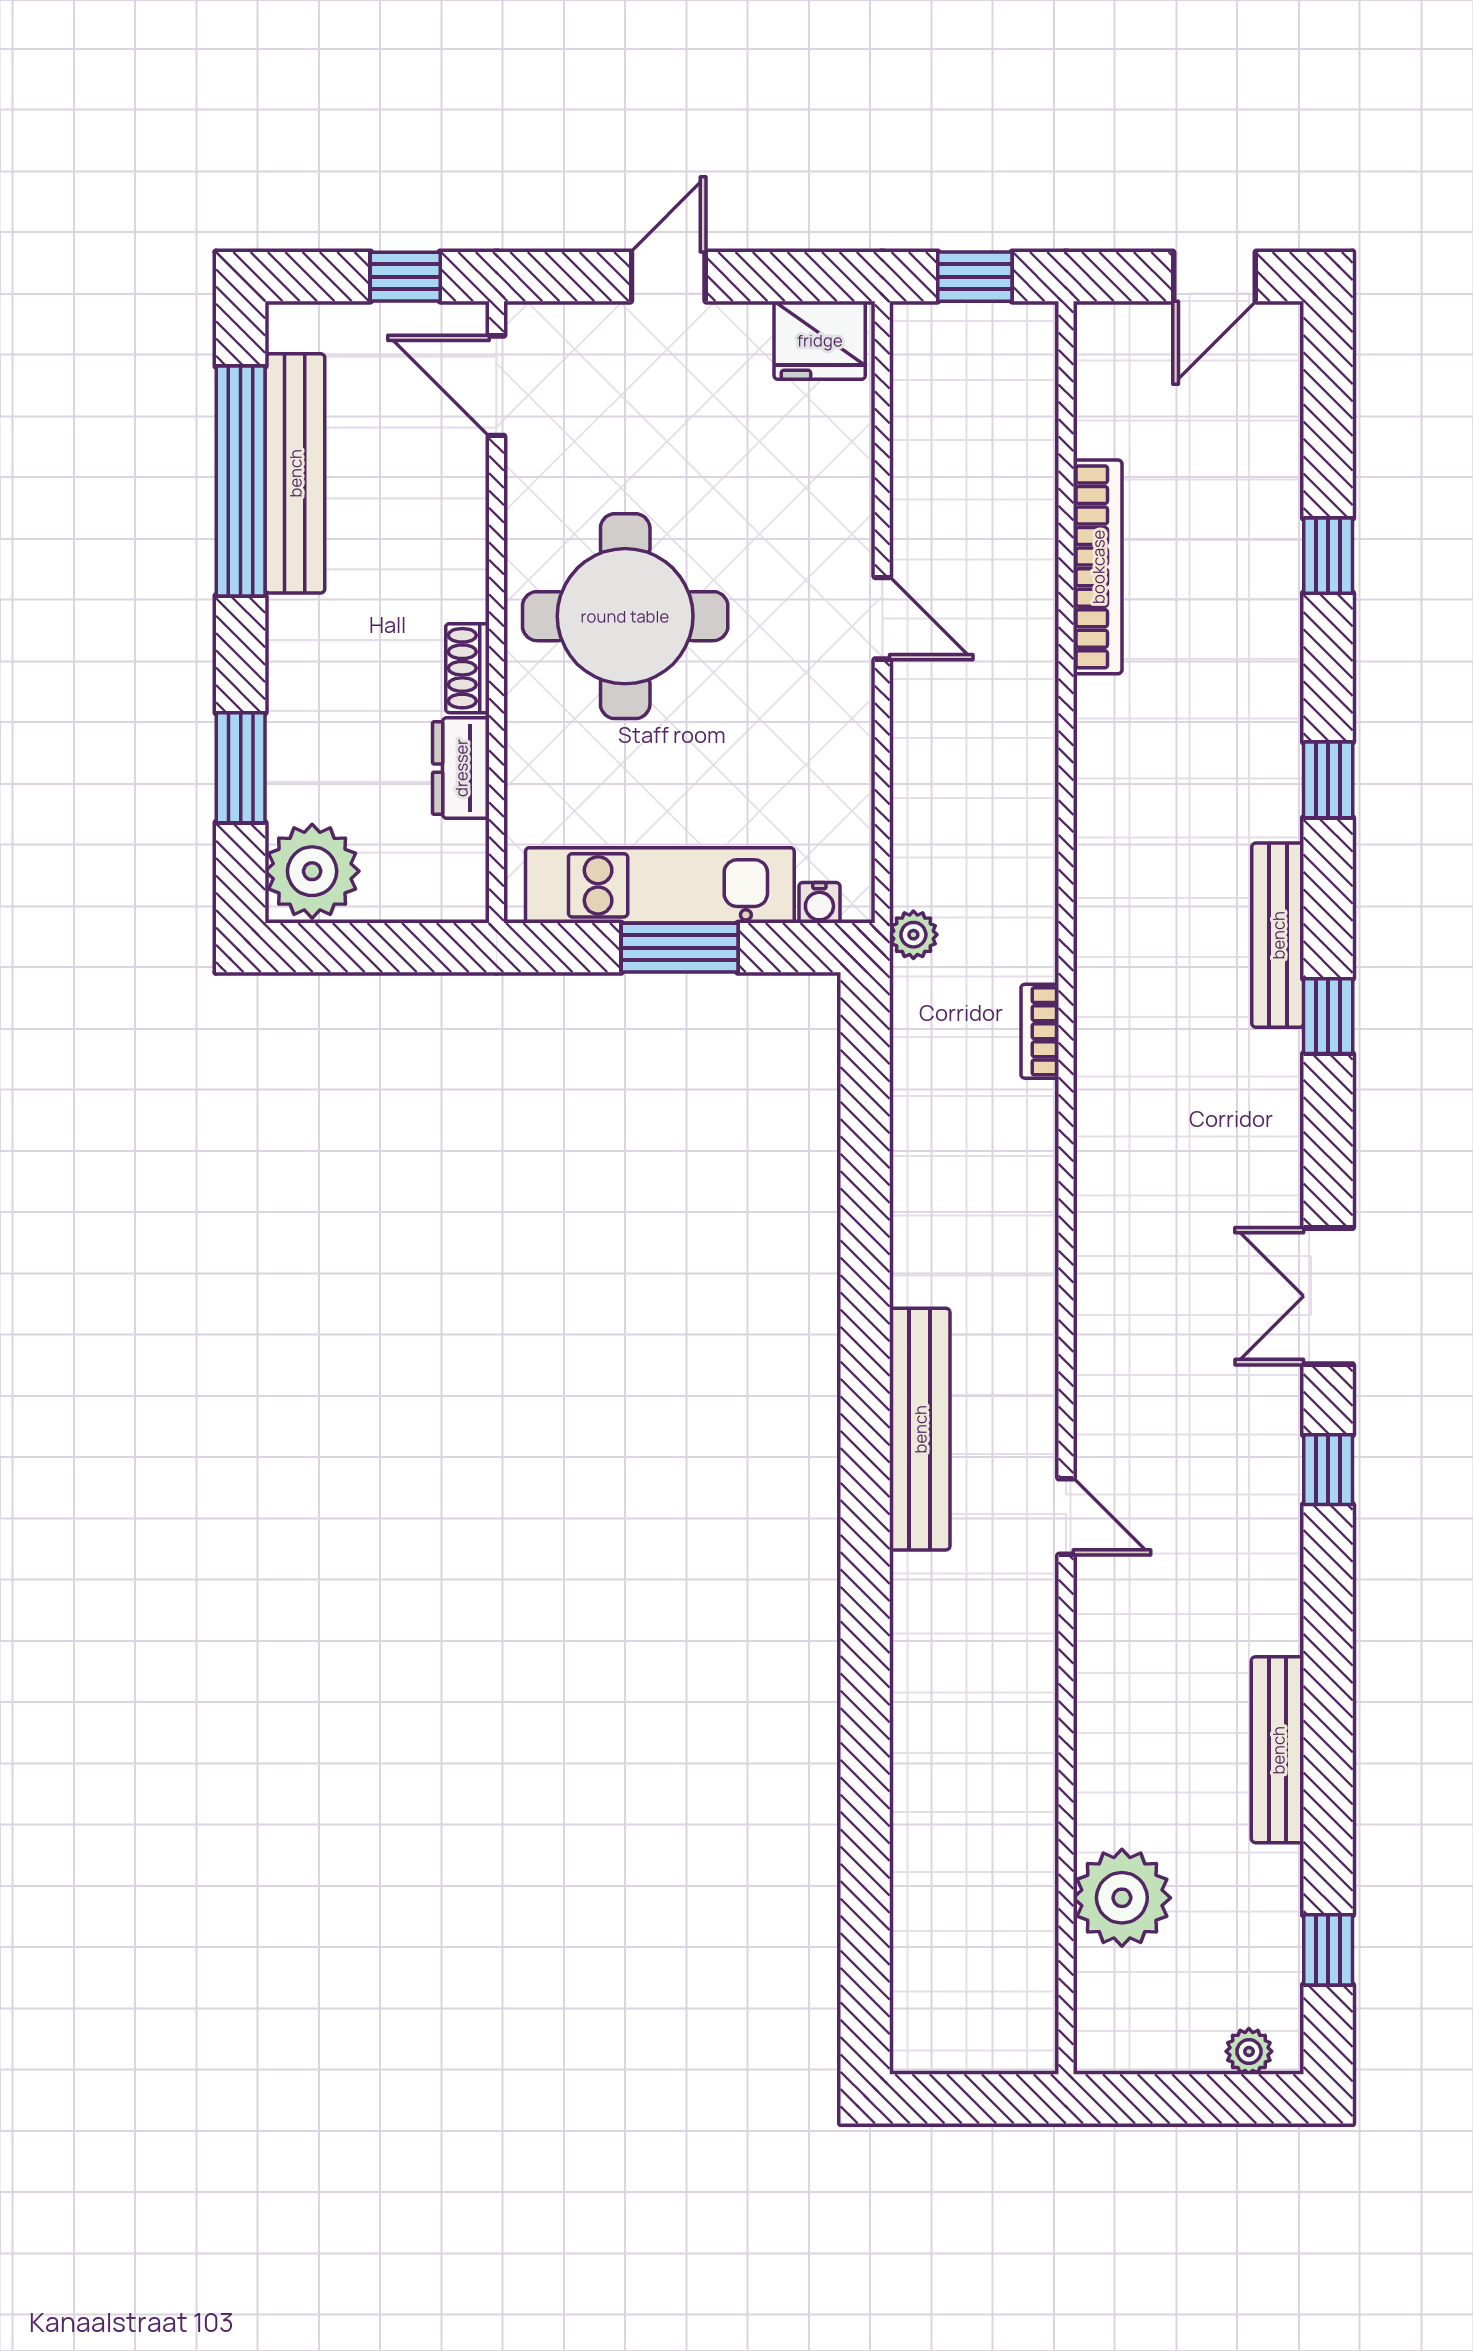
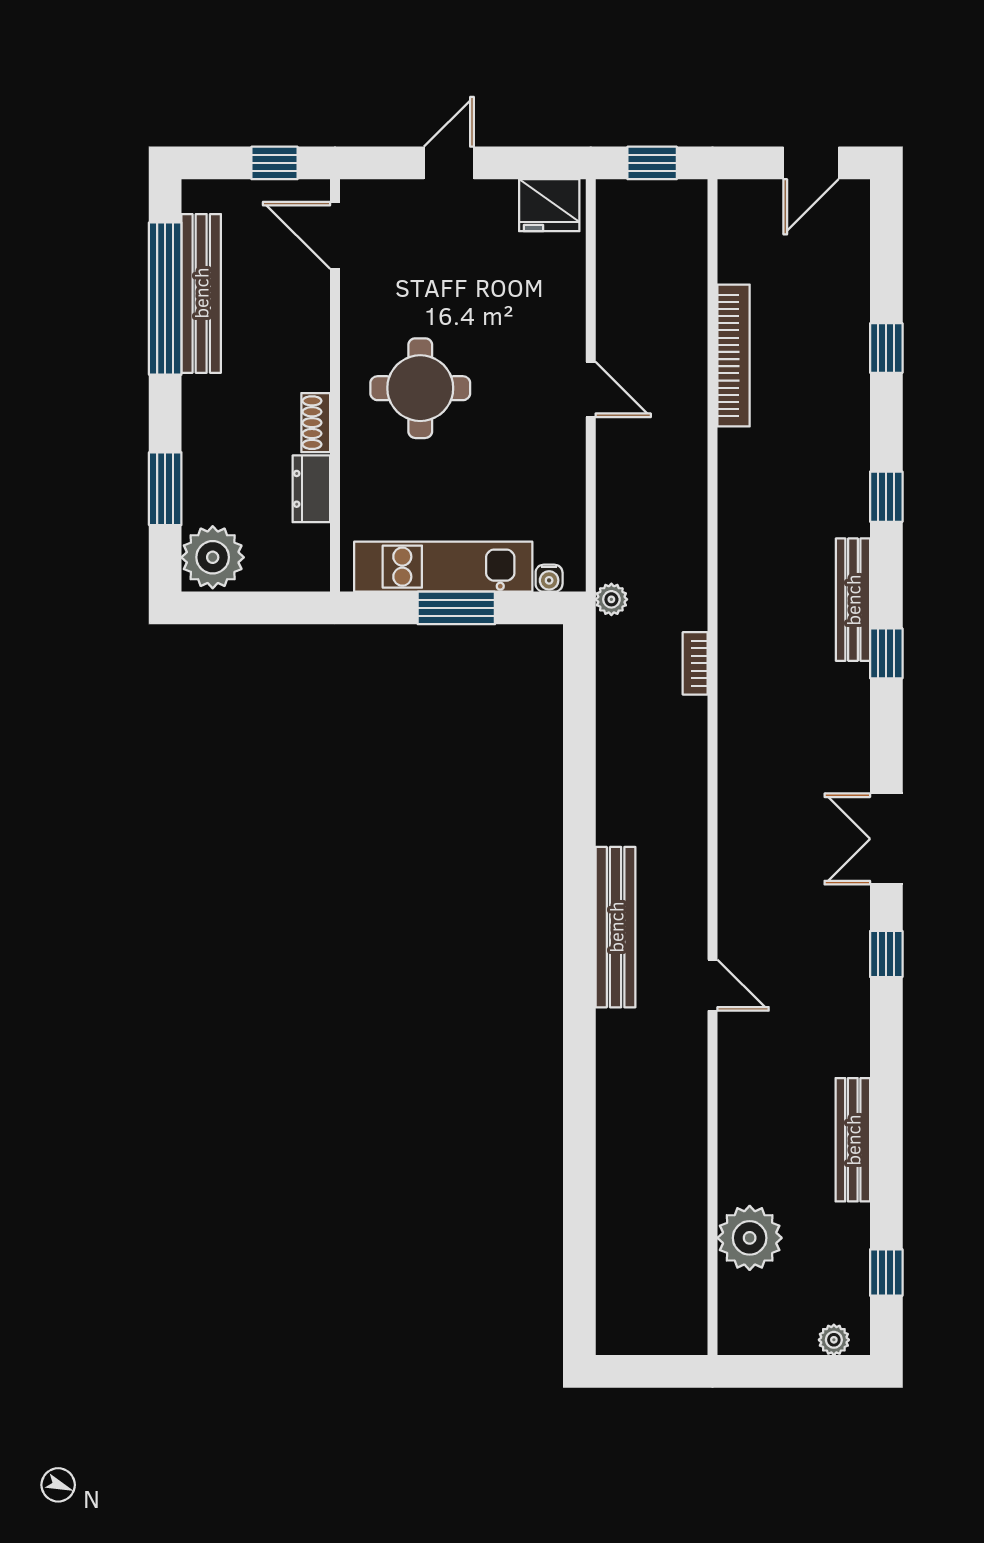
round table: (625, 616) -> (420, 388), width x0.73, depth x0.73

